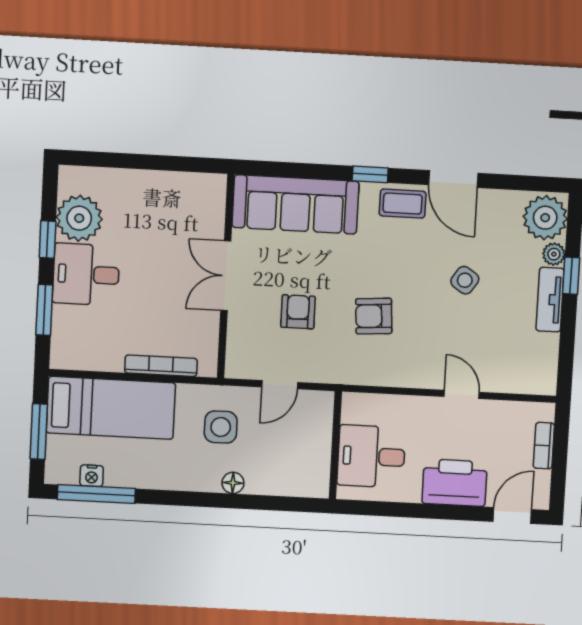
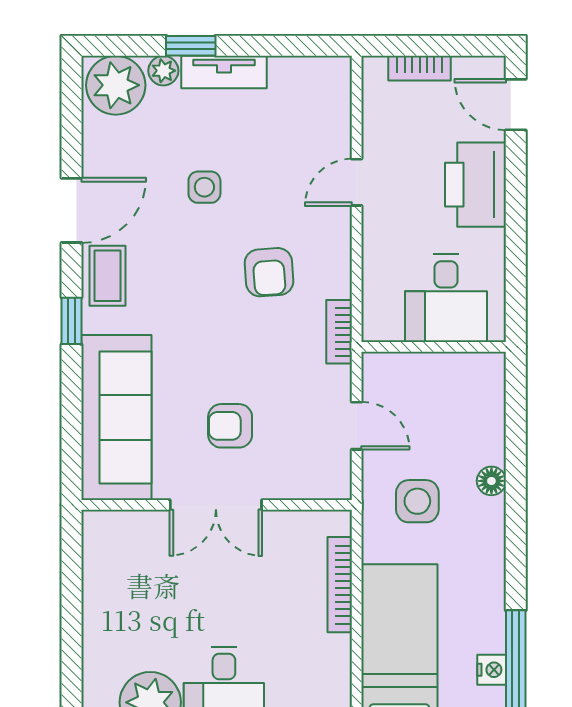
side table: (465, 280) -> (204, 187), turned -34
armchair: (298, 312) -> (230, 426), moved
armchair: (374, 316) -> (269, 272), moved
bookcase: (351, 375) -> (339, 332), added

